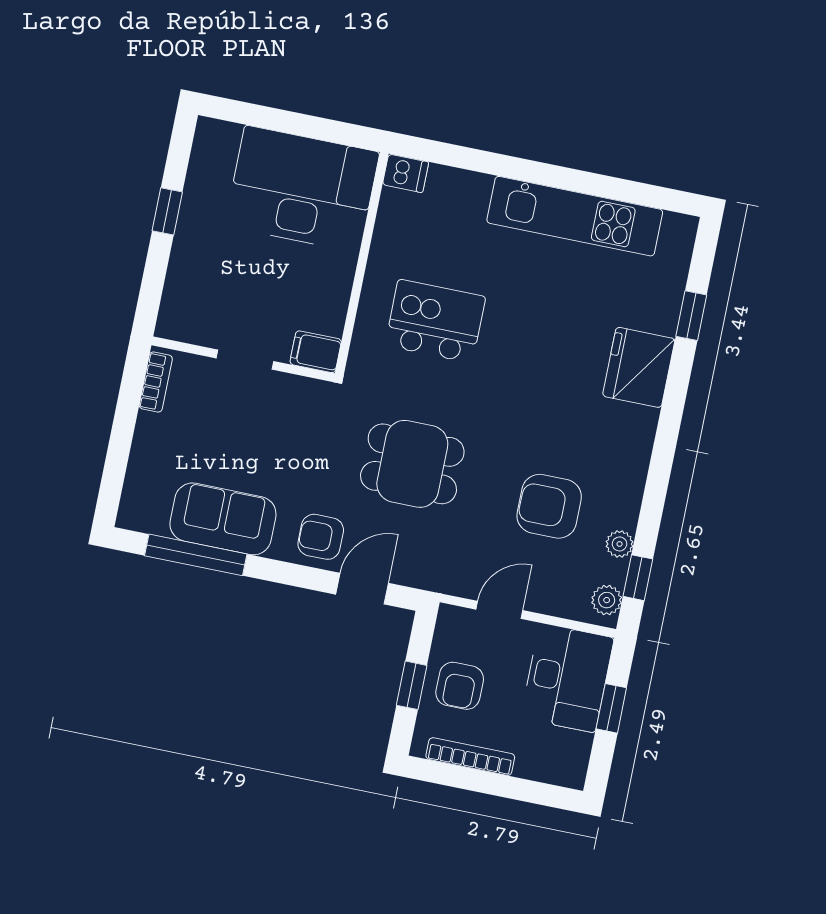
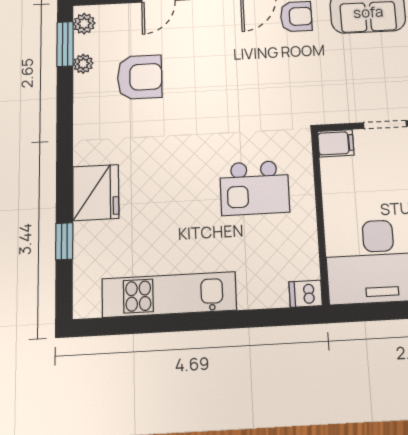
dining table: (412, 464) -> (245, 82), removed
window: (638, 578) -> (65, 44), width x1.50

